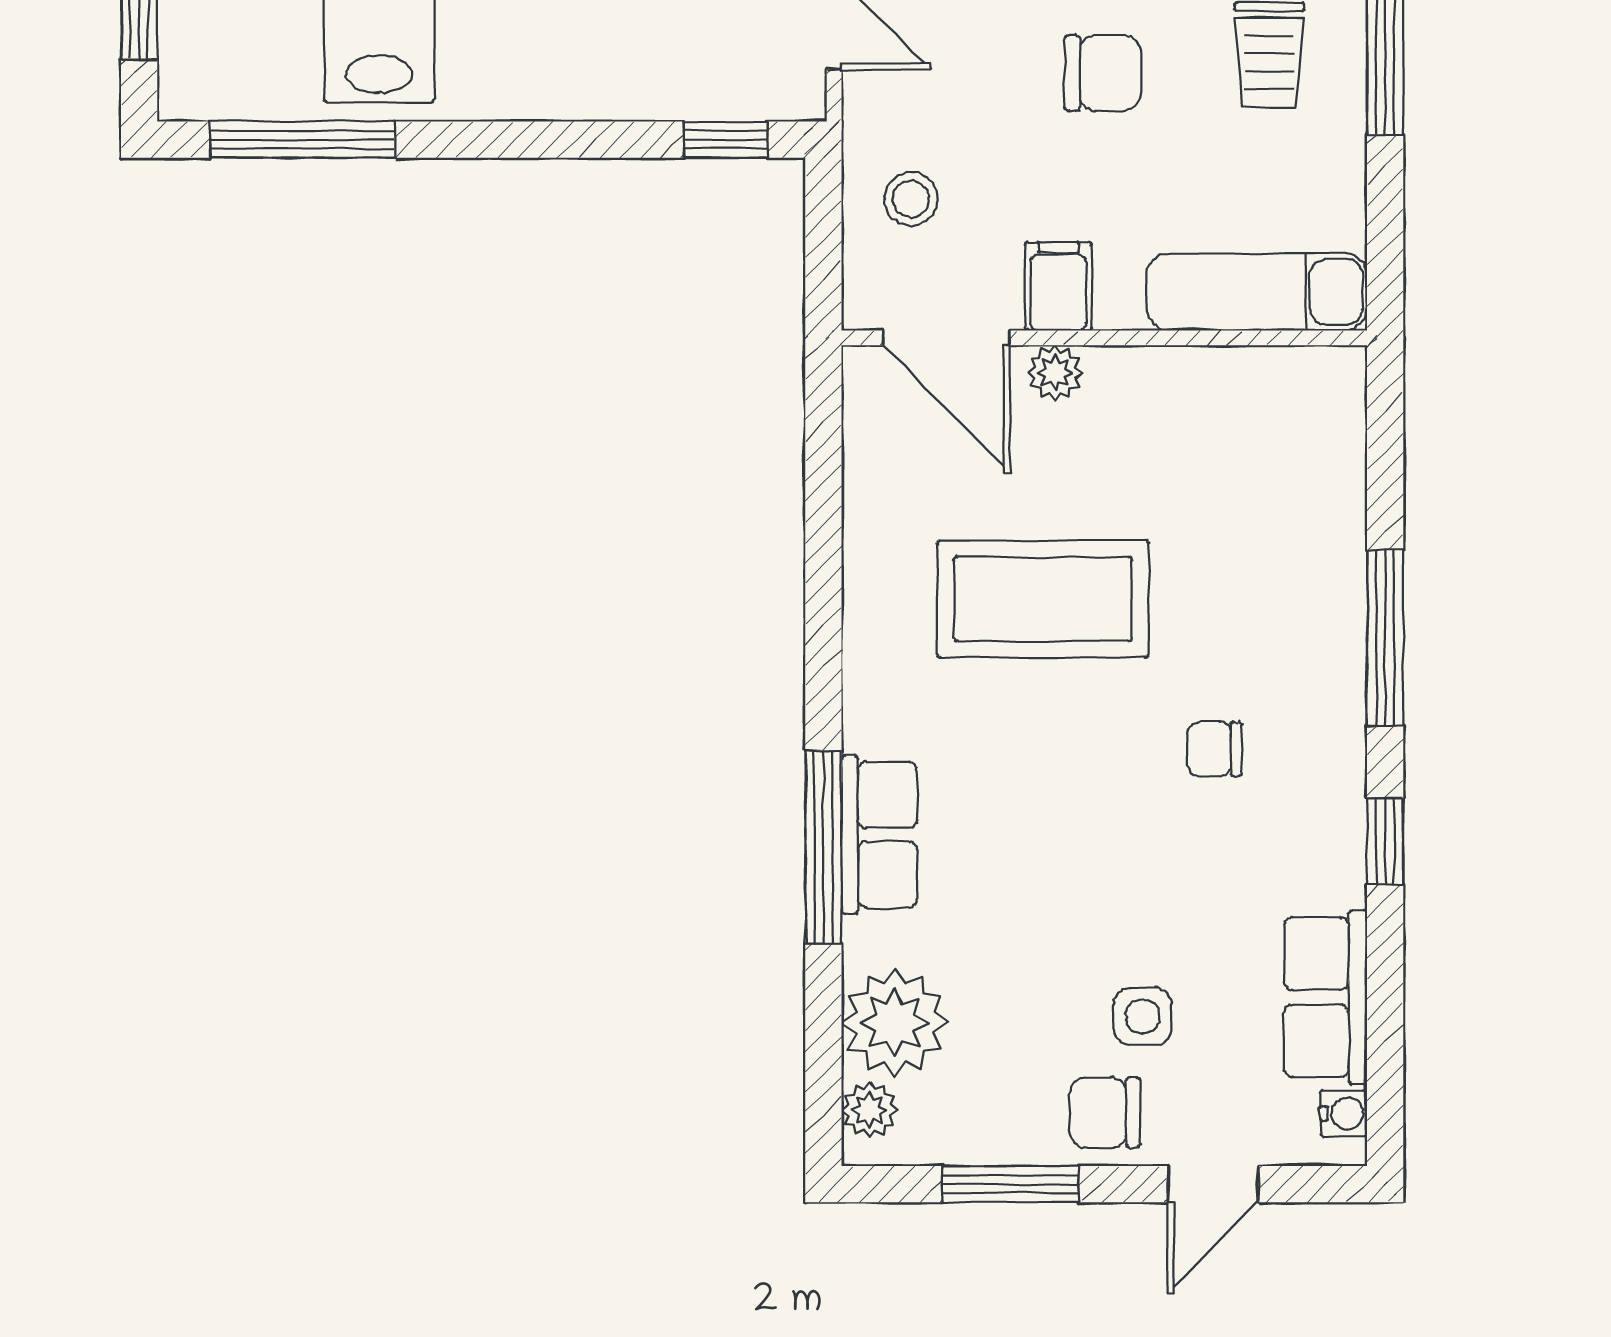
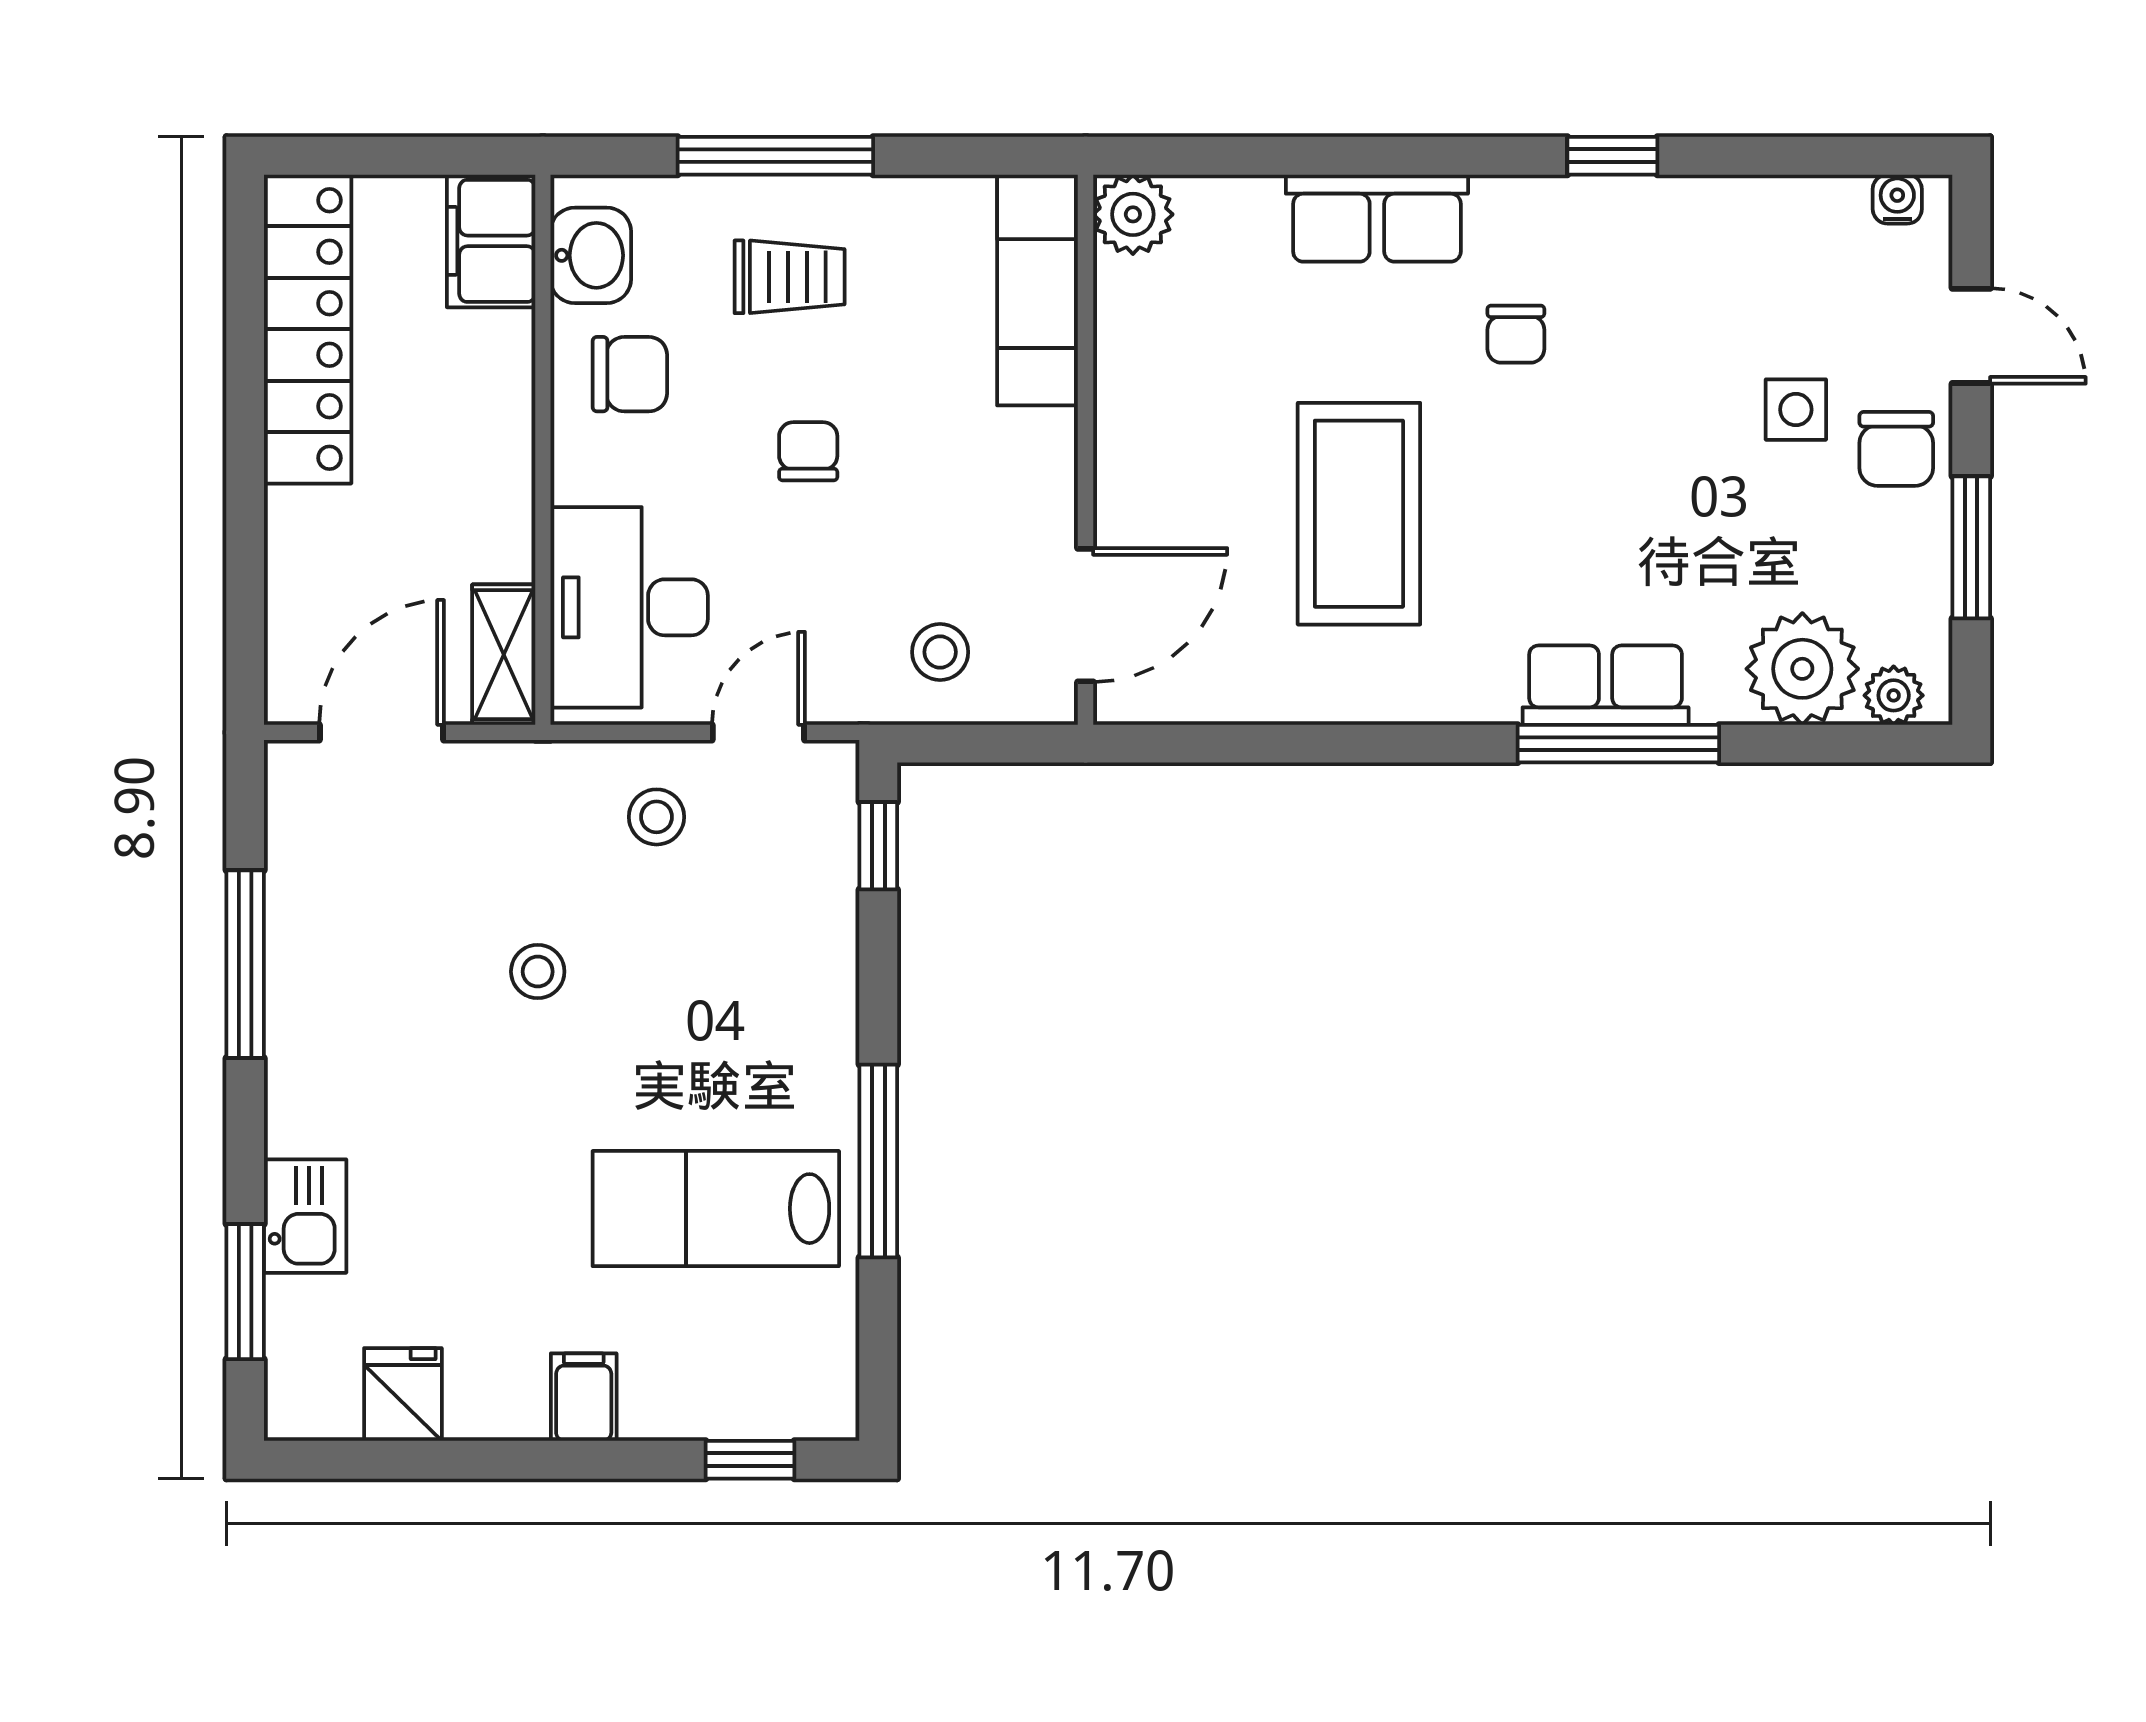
chair: (1103, 73) -> (808, 451), width x0.73, depth x0.73
window: (302, 140) -> (878, 1161), moved
filing cabinet: (1058, 286) -> (1032, 498), removed
plant: (1055, 373) -> (1133, 214), moved, width x1.38, depth x1.38
window: (1385, 638) -> (1400, 156), removed
row of seats: (1325, 997) -> (1377, 218), moved

